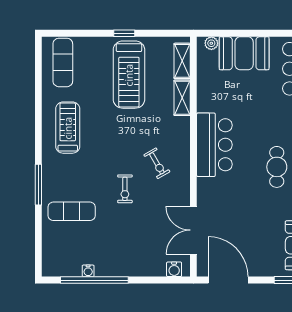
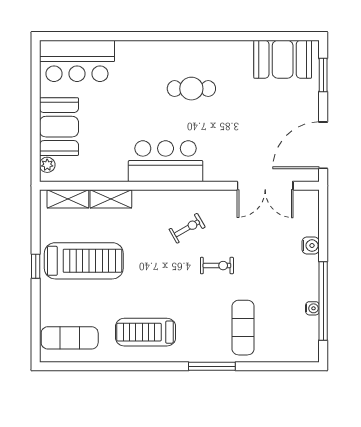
water cooler: (174, 269) -> (311, 246), moved

